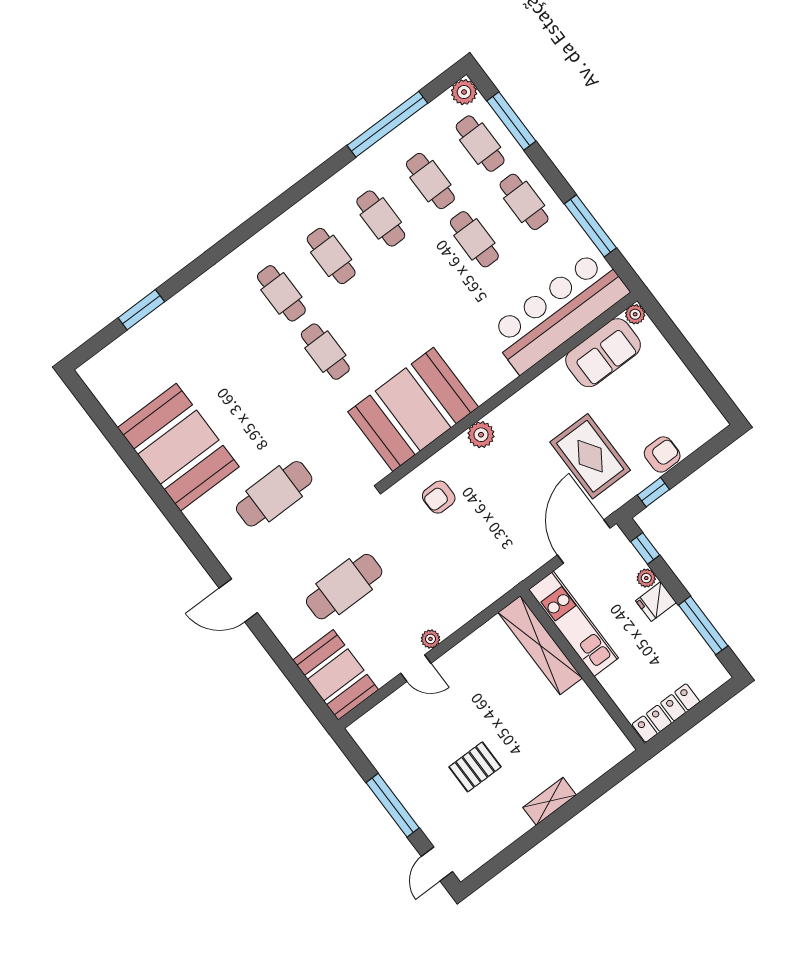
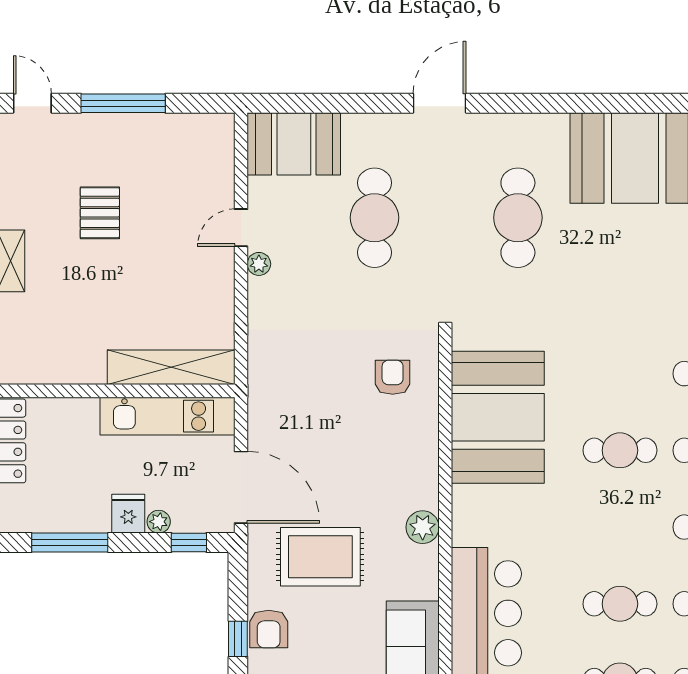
cafe table: (325, 352) -> (620, 450), moved
plant: (481, 435) -> (423, 527), moved
window: (653, 492) -> (238, 639), moved

